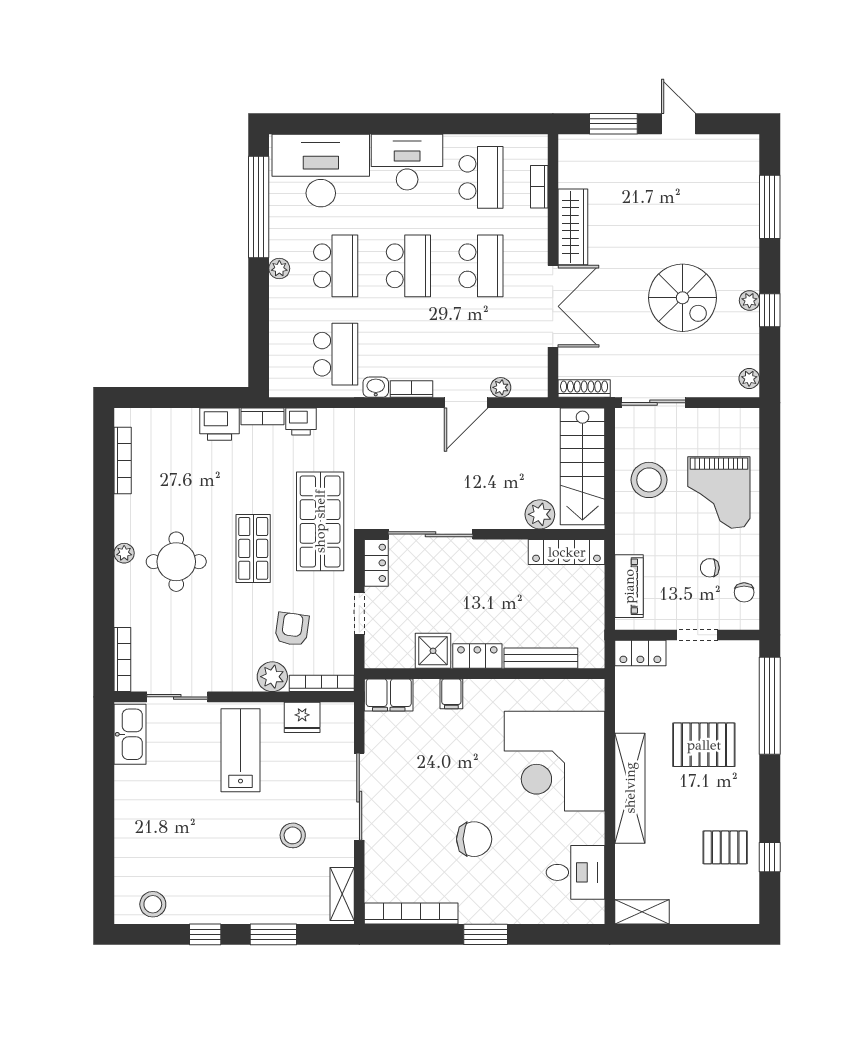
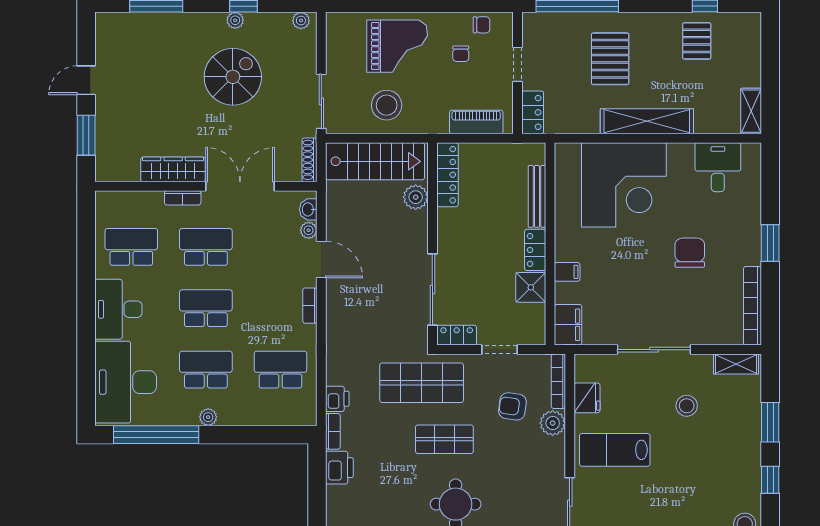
bookcase: (539, 187) -> (183, 198), moved
washbasin: (376, 387) -> (308, 209), moved

